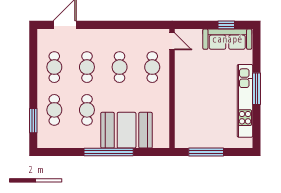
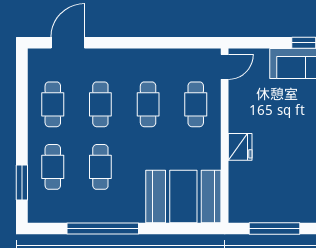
door: (172, 41) -> (225, 67), hinge flipped
fridge: (183, 96) -> (240, 147), added
booth: (127, 130) -> (183, 197), moved
window: (109, 152) -> (103, 228), moved

